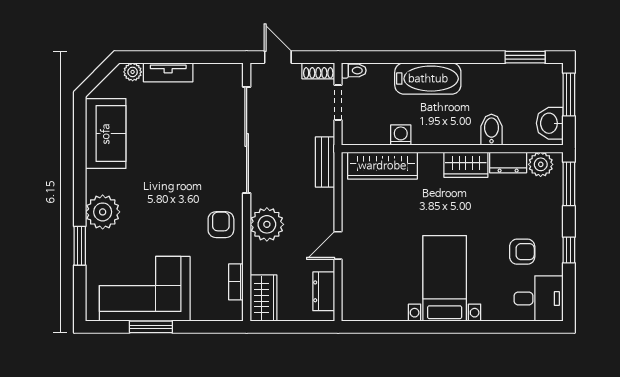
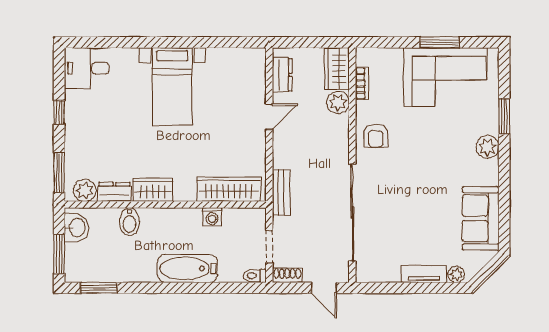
plant: (103, 212) -> (488, 147), width x0.73, depth x0.73
plant: (267, 224) -> (338, 103), moved, width x0.73, depth x0.73
armchair: (522, 252) -> (102, 111), removed

